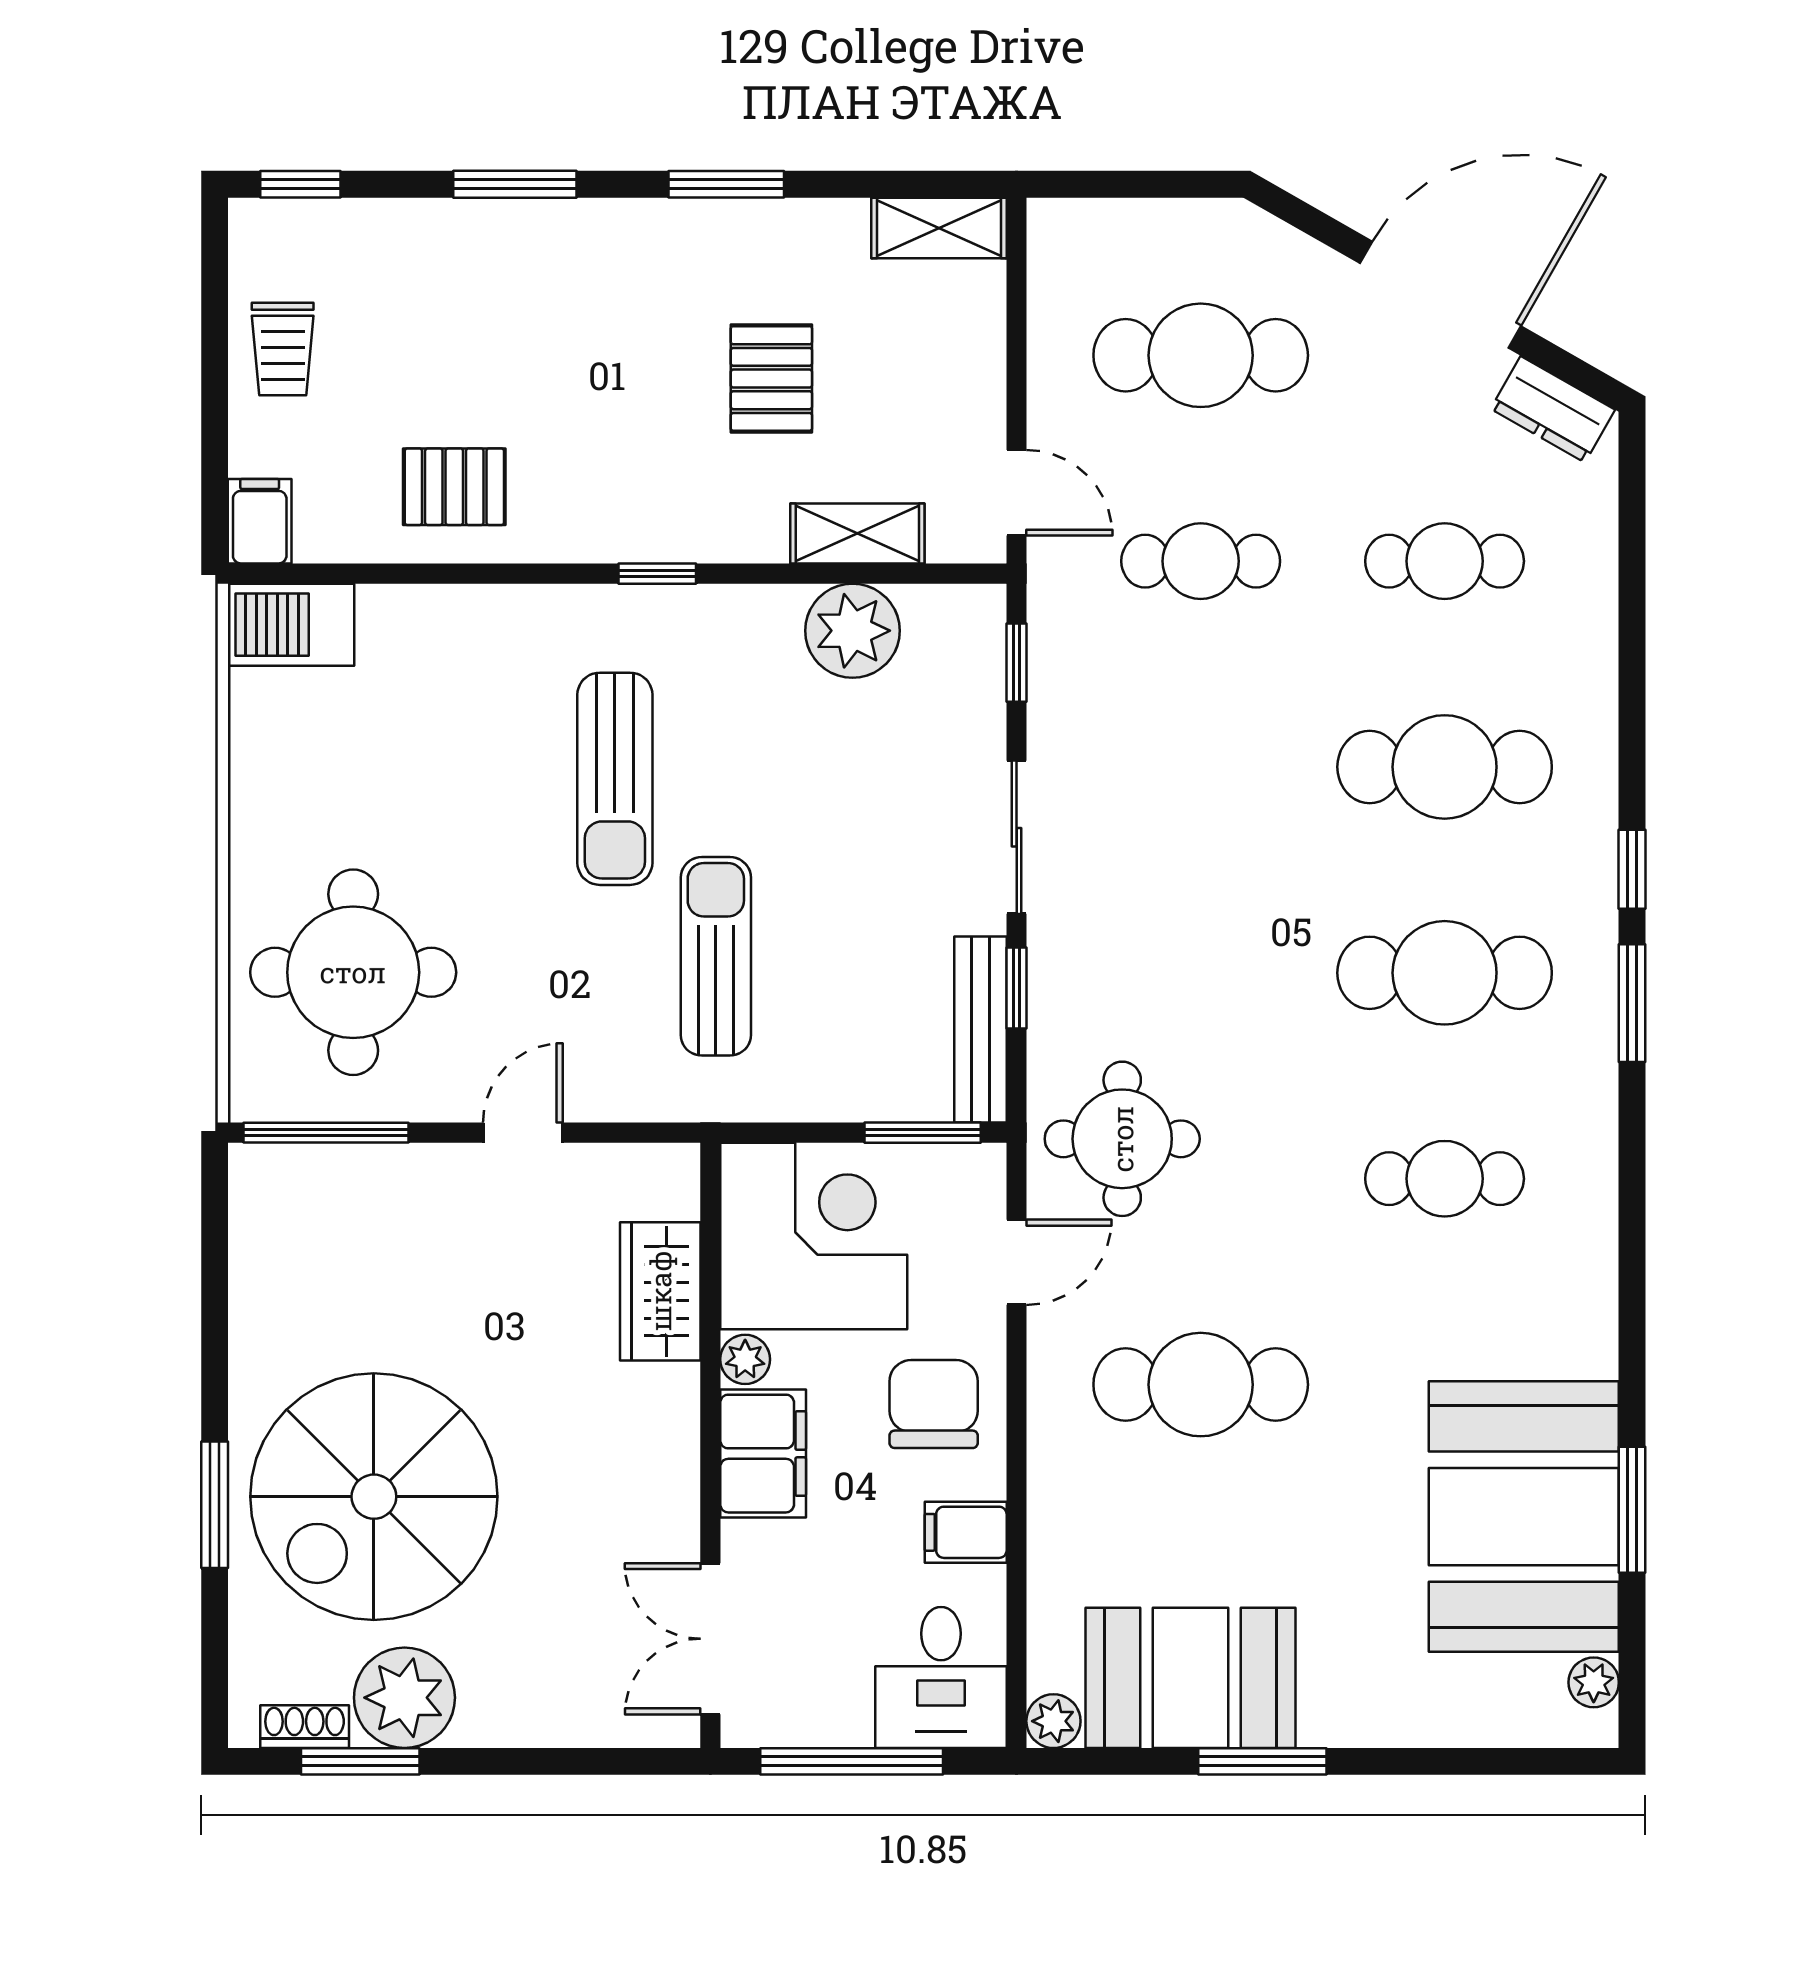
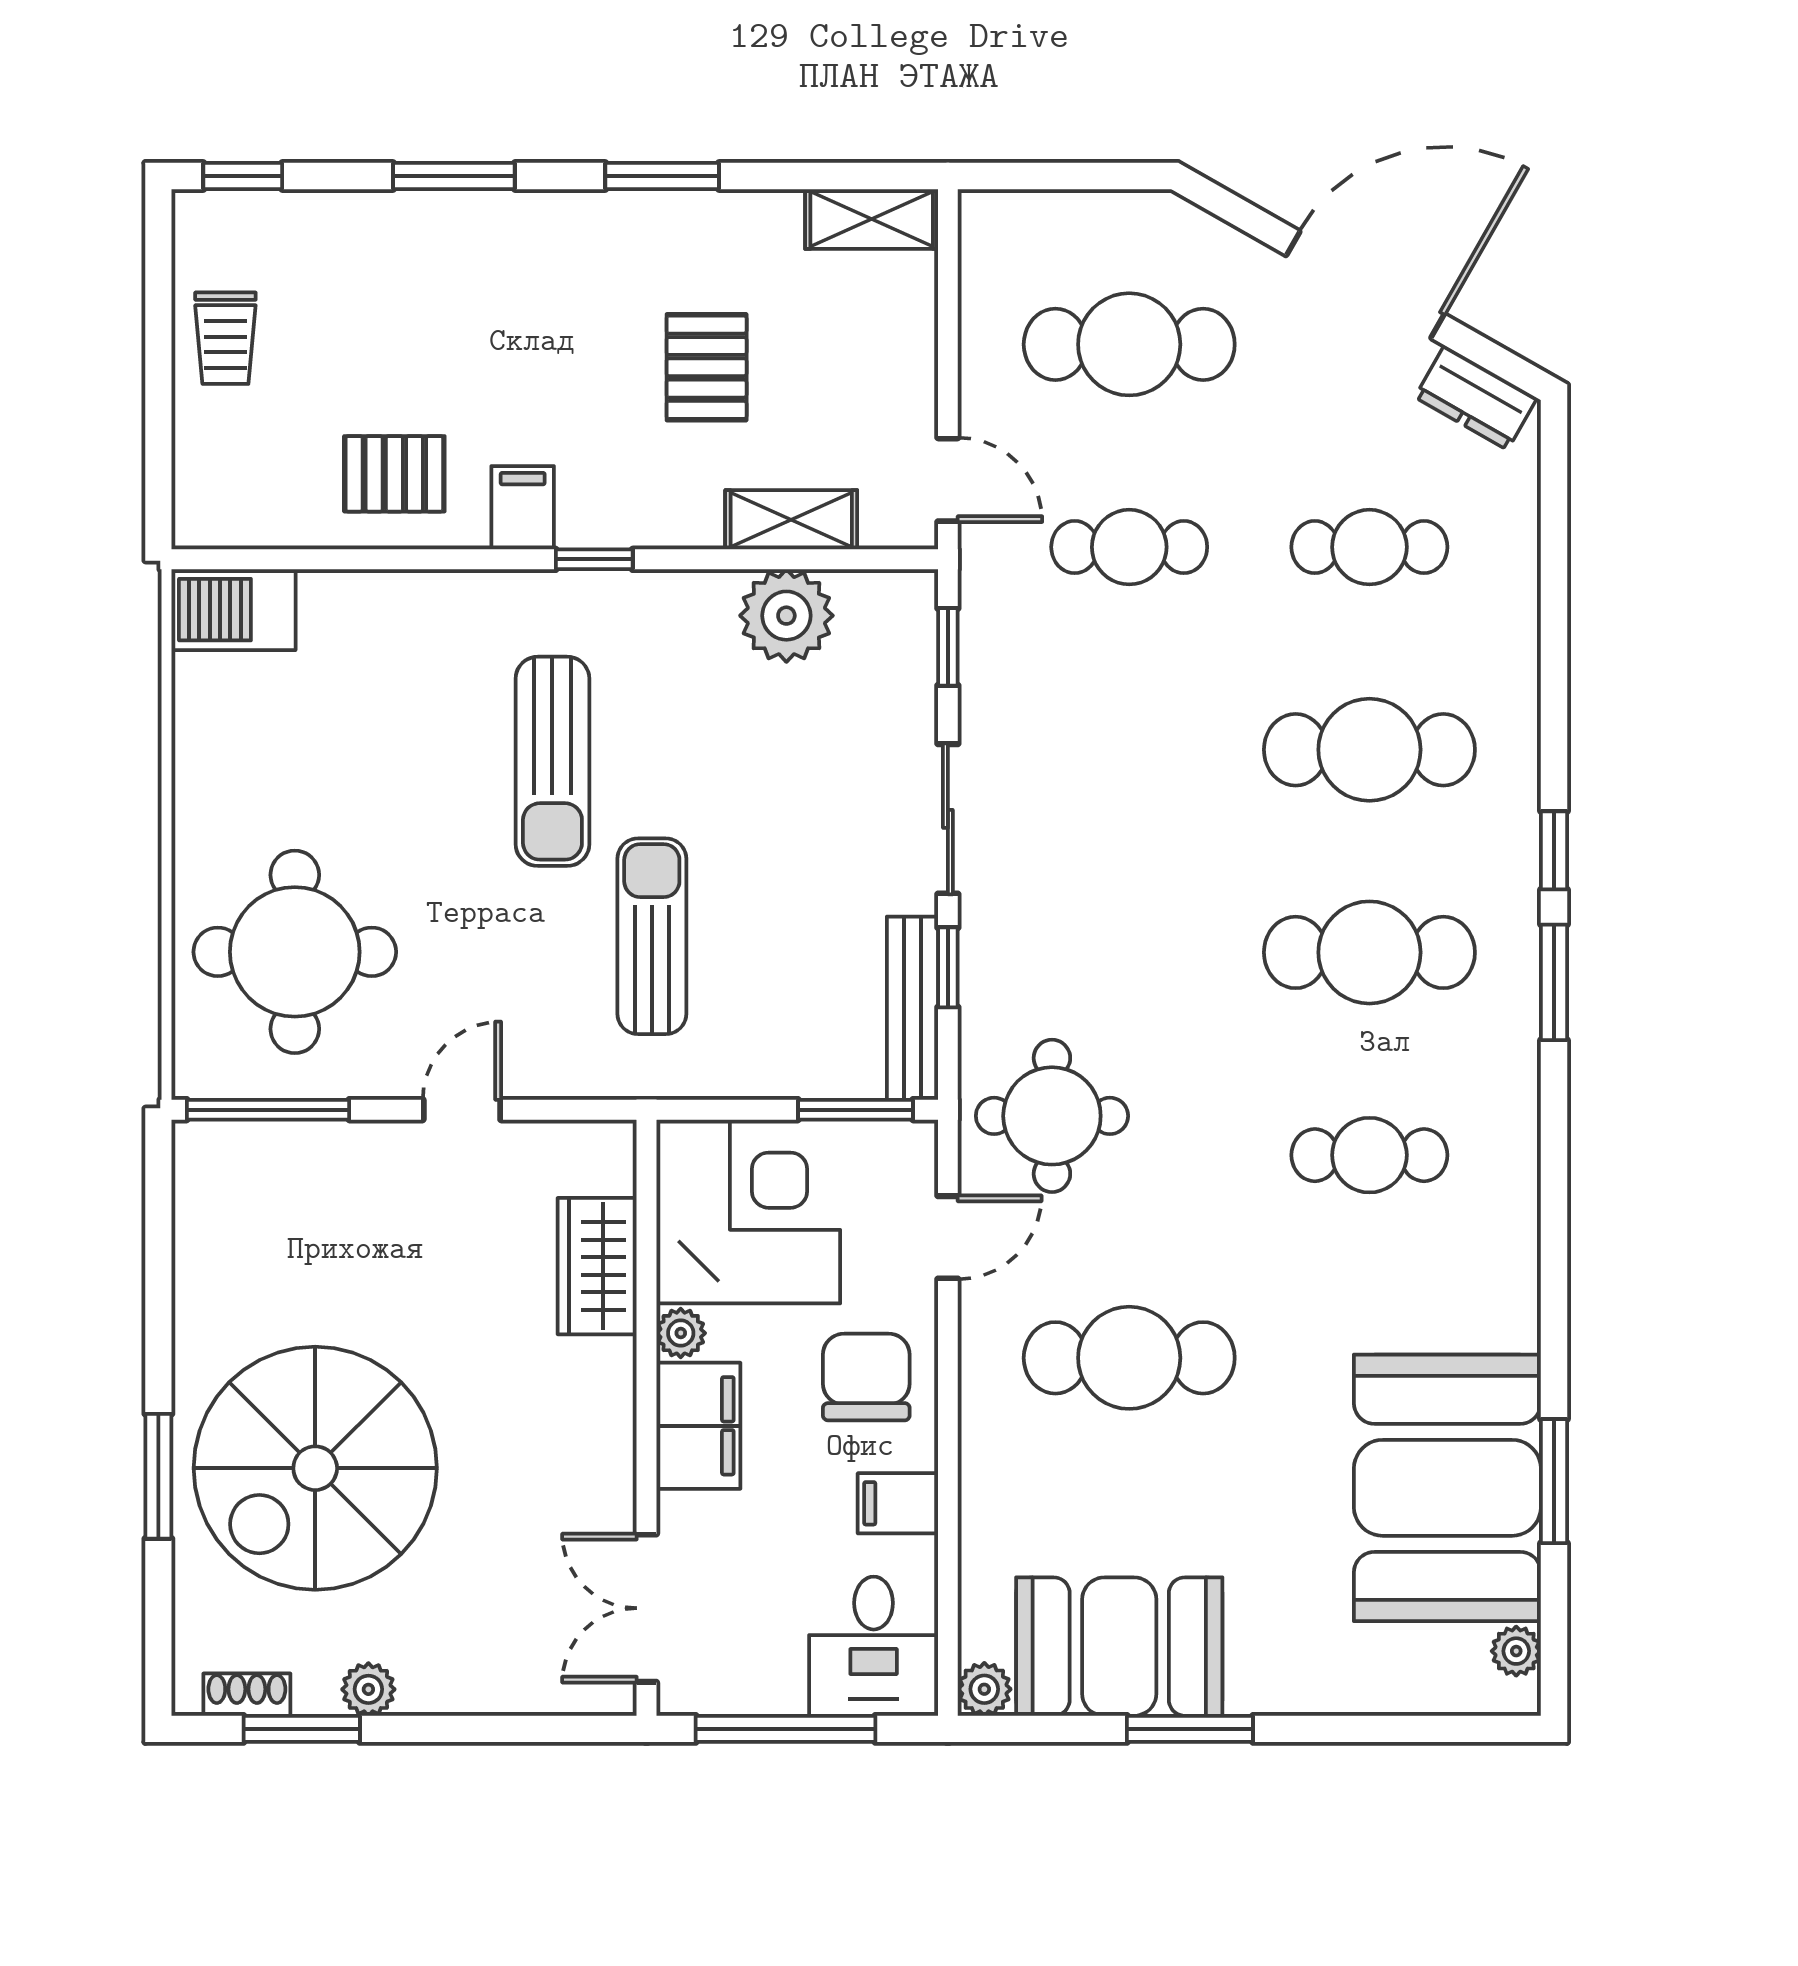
filing cabinet: (260, 521) -> (523, 508), moved
plant: (404, 1698) -> (368, 1689), width x0.53, depth x0.53

